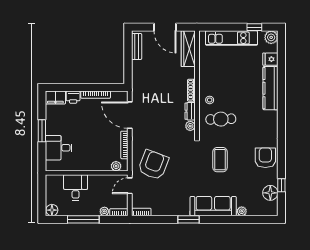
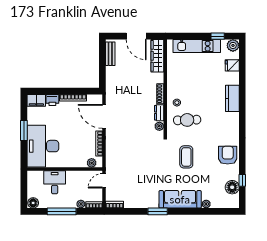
kitchen counter: (270, 88) -> (232, 98), width x0.67
desk: (59, 148) -> (43, 146), width x1.87, depth x1.30
armchair: (153, 165) -> (126, 162), removed

